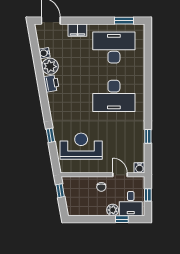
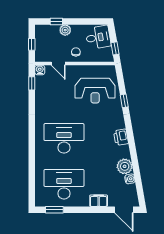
desk: (114, 47) -> (64, 184), turned 180
printer: (51, 83) -> (121, 137), moved
window: (148, 136) -> (32, 83), moved
desk: (131, 204) -> (98, 37), moved, turned 80

